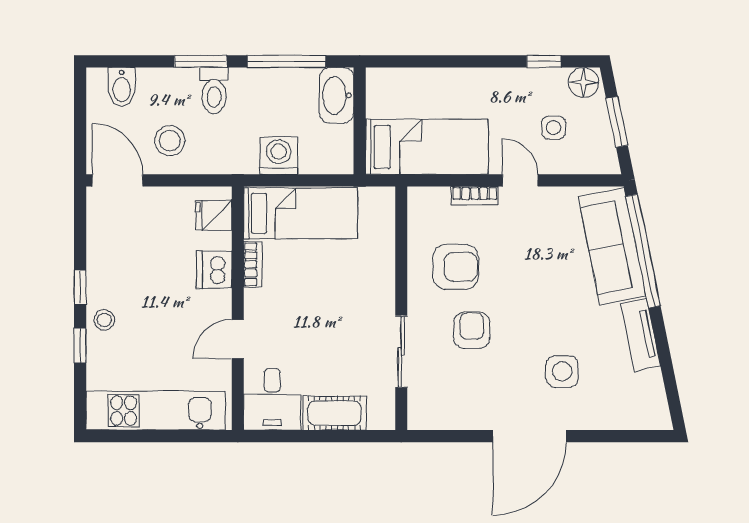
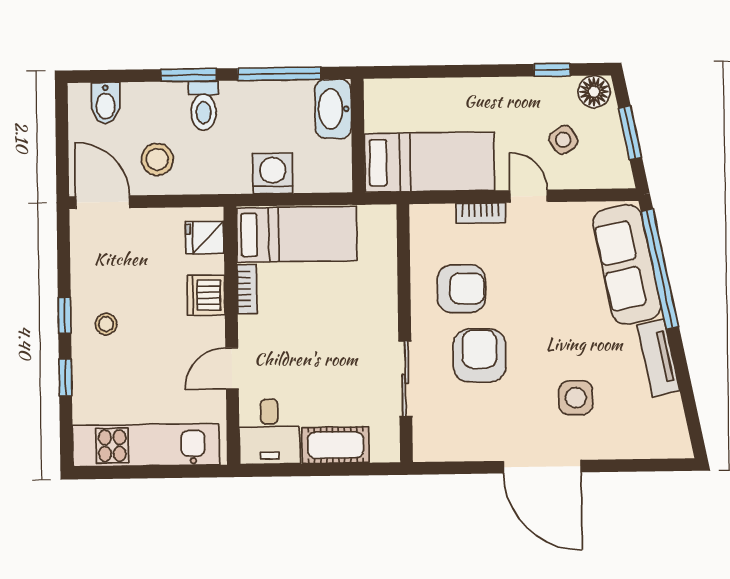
side table: (554, 128) -> (563, 140), turned -33
stool: (104, 320) -> (106, 324), moved
armchair: (472, 330) -> (480, 355), width x1.38, depth x1.38
door: (530, 436) -> (542, 467), hinge flipped

